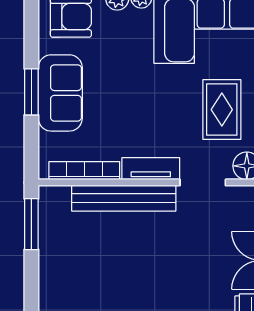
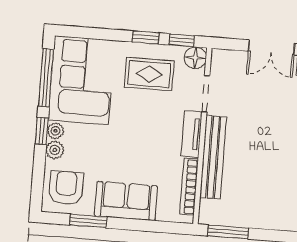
window: (31, 92) -> (88, 221), moved

